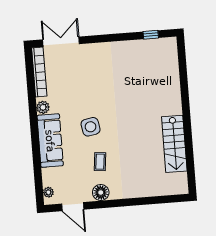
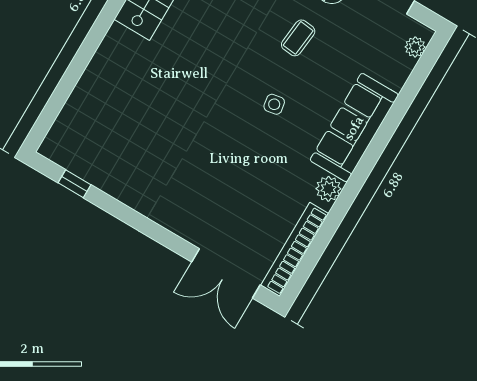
side table: (91, 127) -> (274, 104), width x0.54, depth x0.54

